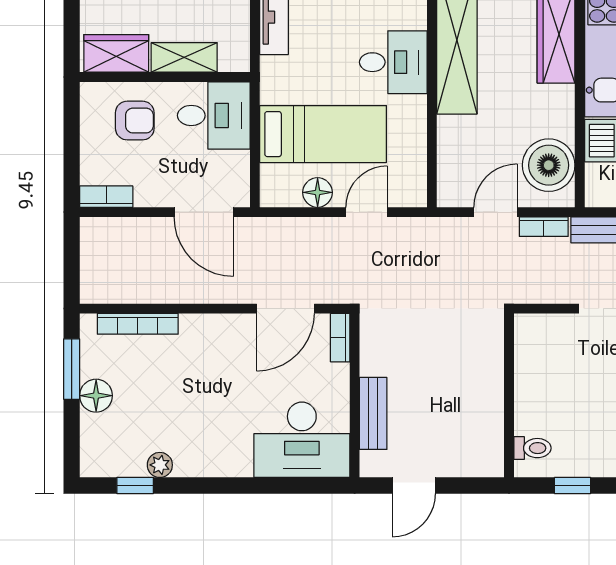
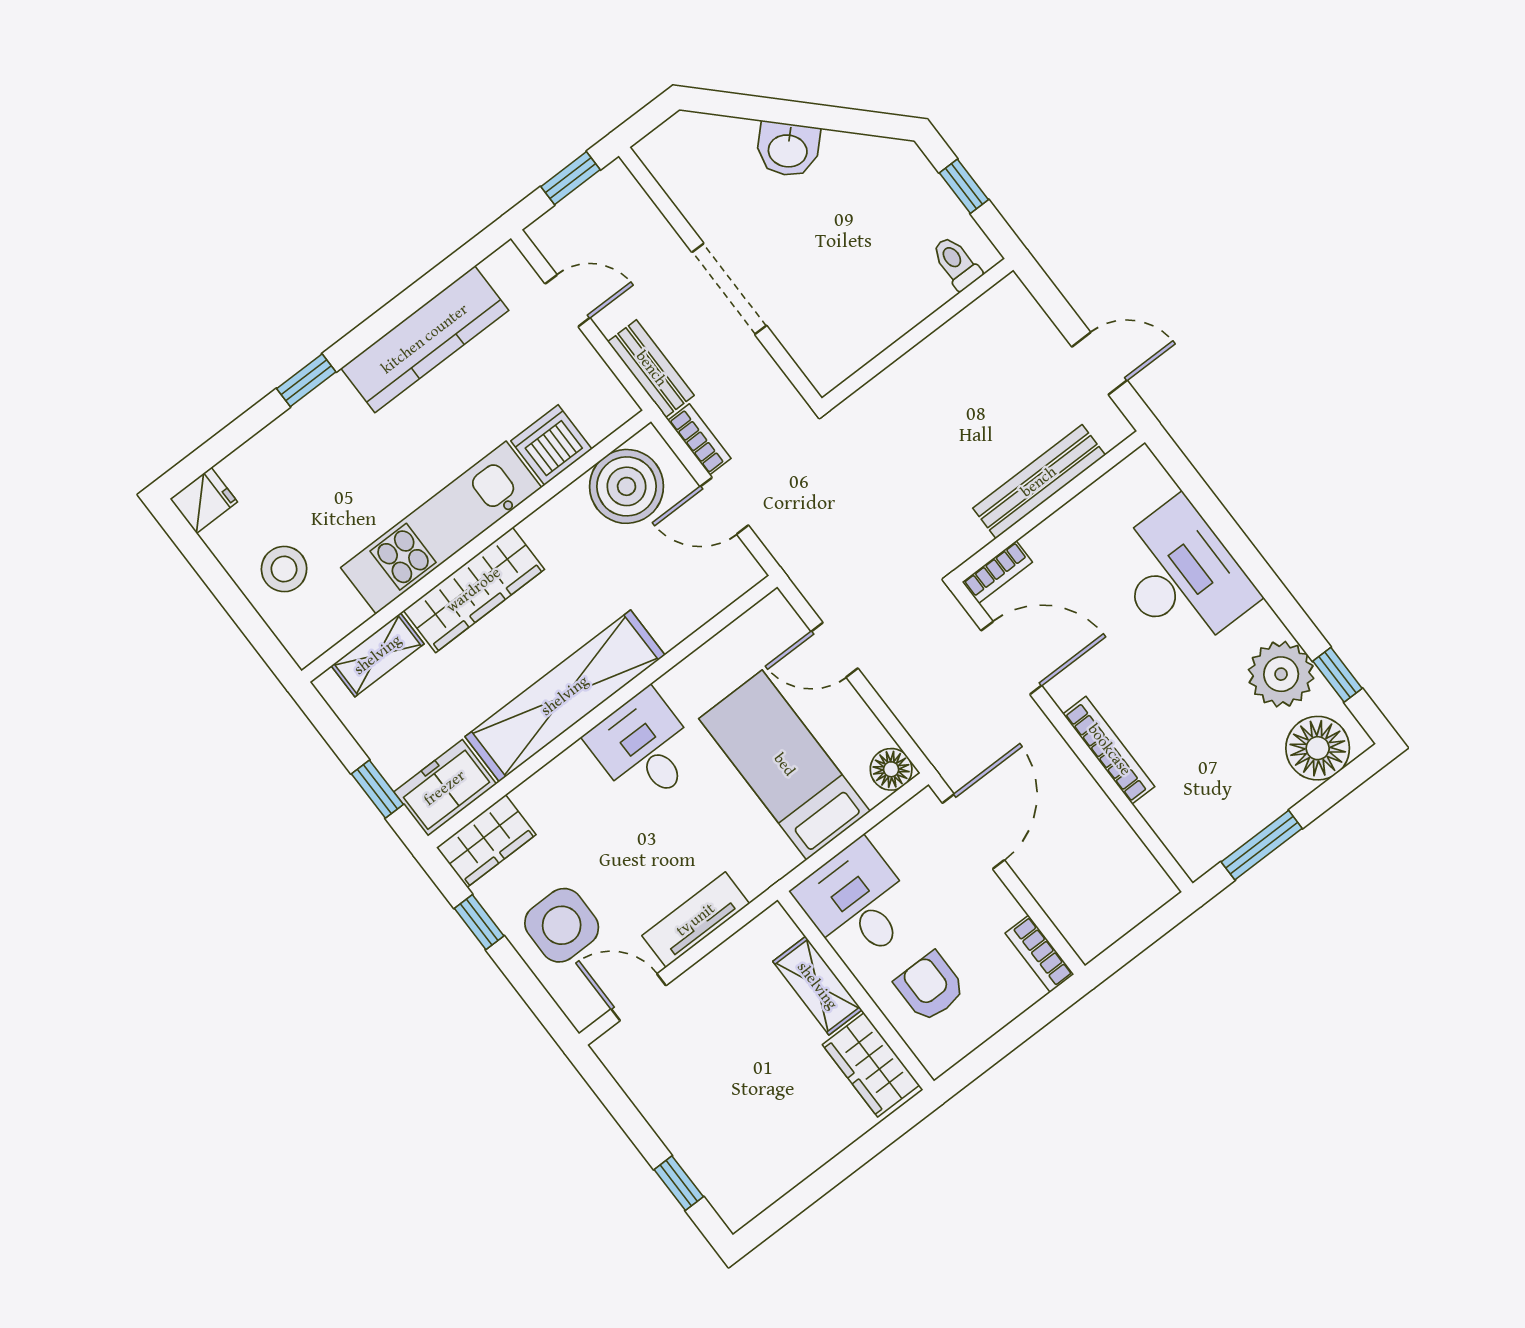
floor lamp: (318, 192) -> (891, 769), moved
bookcase: (138, 324) -> (1109, 750), moved
floor lamp: (96, 396) -> (1318, 748), moved, width x1.38, depth x1.38
bench: (373, 413) -> (1039, 482), width x1.36
desk: (302, 440) -> (1181, 576), moved
plant: (160, 465) -> (1281, 674), width x1.87, depth x1.87

